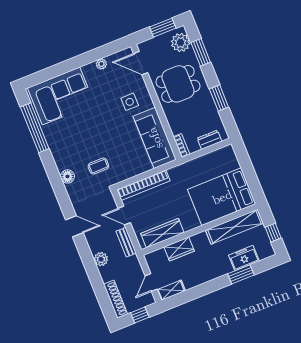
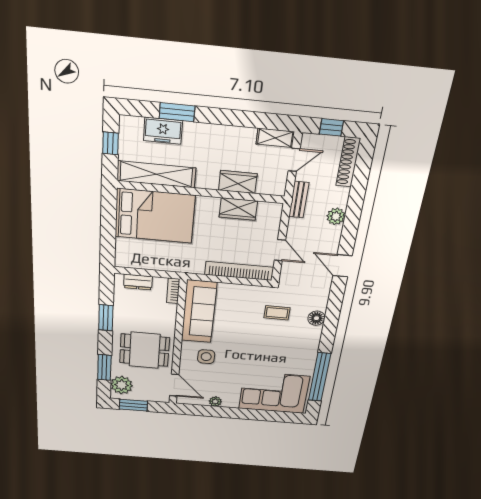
wardrobe: (162, 233) -> (238, 209), width x0.67
bench: (126, 242) -> (299, 200), moved

